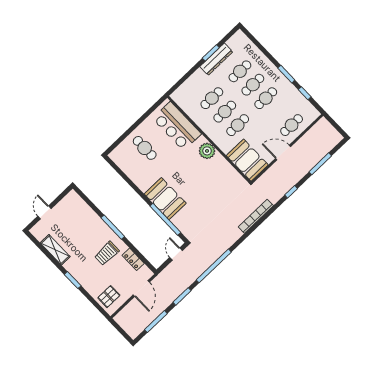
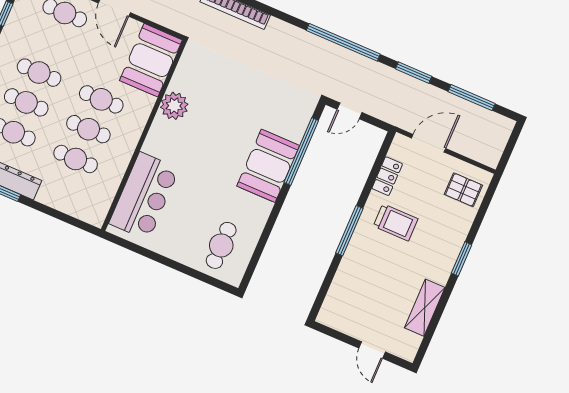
cafe table: (145, 148) -> (221, 245), moved
plant: (207, 151) -> (174, 106), moved
door: (44, 212) -> (372, 350), hinge flipped

